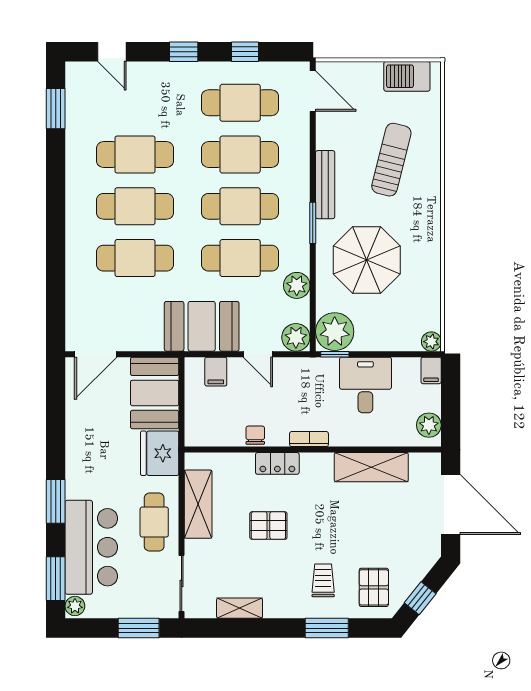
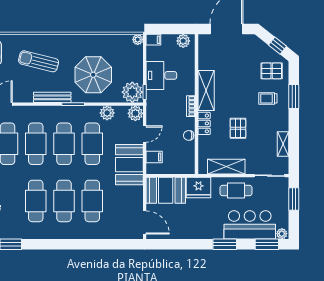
shelving: (371, 467) -> (206, 90), moved

